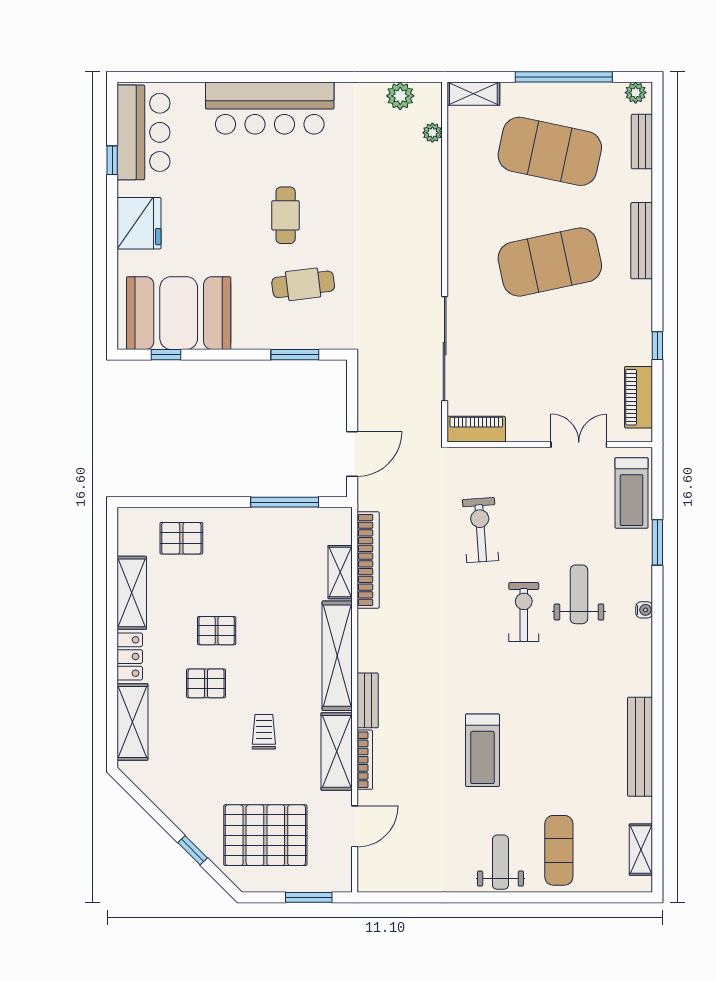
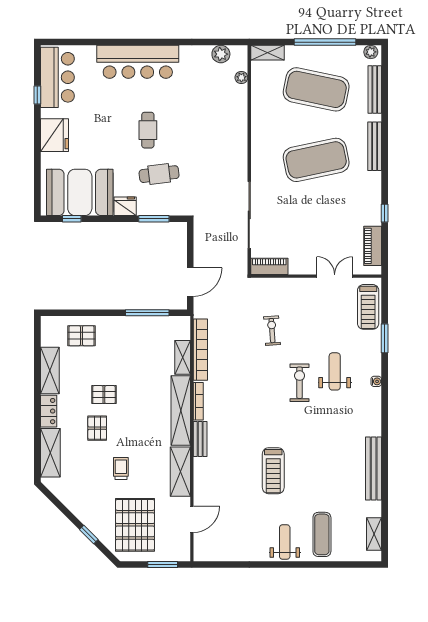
bench: (642, 142) -> (375, 89), width x1.36
fridge: (250, 335) -> (125, 206), added
exercise bike: (481, 530) -> (272, 331), width x0.73, depth x0.72
pallet: (206, 683) -> (97, 428), turned 90
trolley: (264, 732) -> (121, 468), moved
bookcase: (365, 760) -> (198, 401), moved
pallet: (265, 835) -> (135, 525), turned 90

